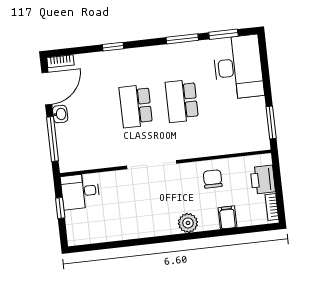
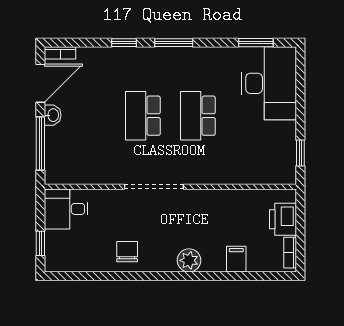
window: (182, 39) -> (174, 43), moved
window: (271, 123) -> (300, 153), width x0.67
chair: (213, 179) -> (127, 252), moved
window: (60, 208) -> (40, 243), moved

